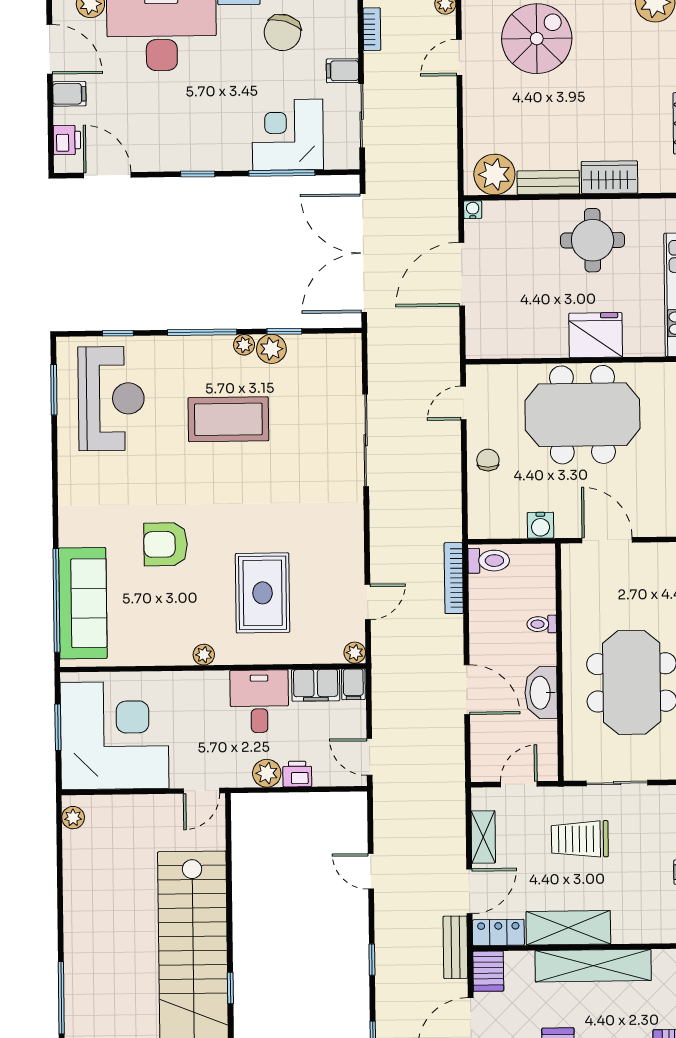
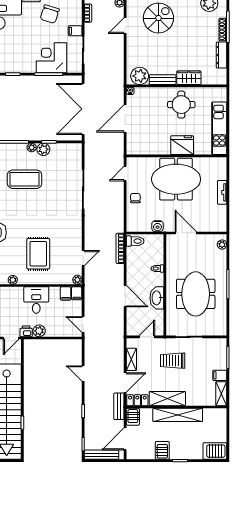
filing cabinet: (316, 685) -> (66, 293), width x0.50
printer: (297, 774) -> (26, 331), moved

